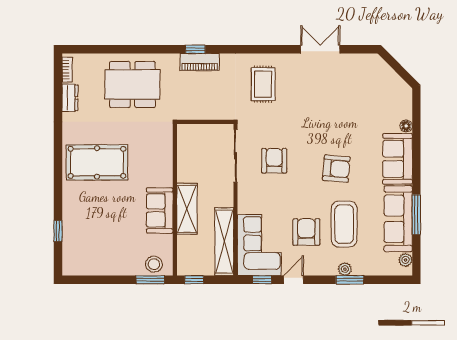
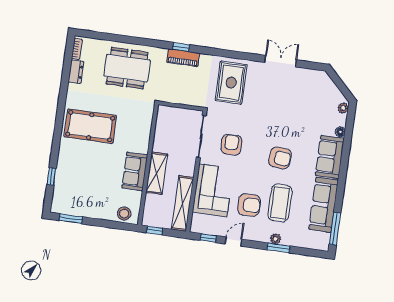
rug: (263, 84) -> (231, 83), width x1.36, depth x1.43
window: (416, 215) -> (335, 229), moved
armchair: (306, 232) -> (249, 205), turned 90
corner sofa: (259, 245) -> (213, 190), moved
plant: (406, 260) -> (343, 108), moved
window: (150, 280) -> (71, 219), moved

